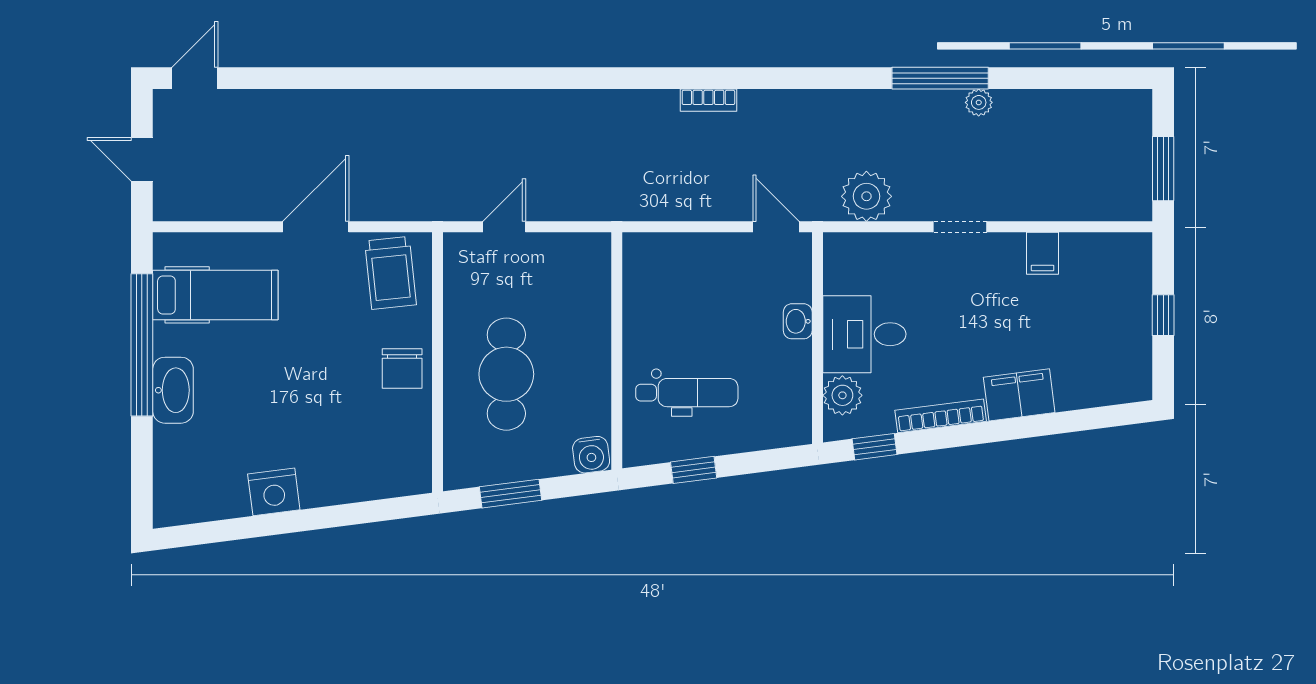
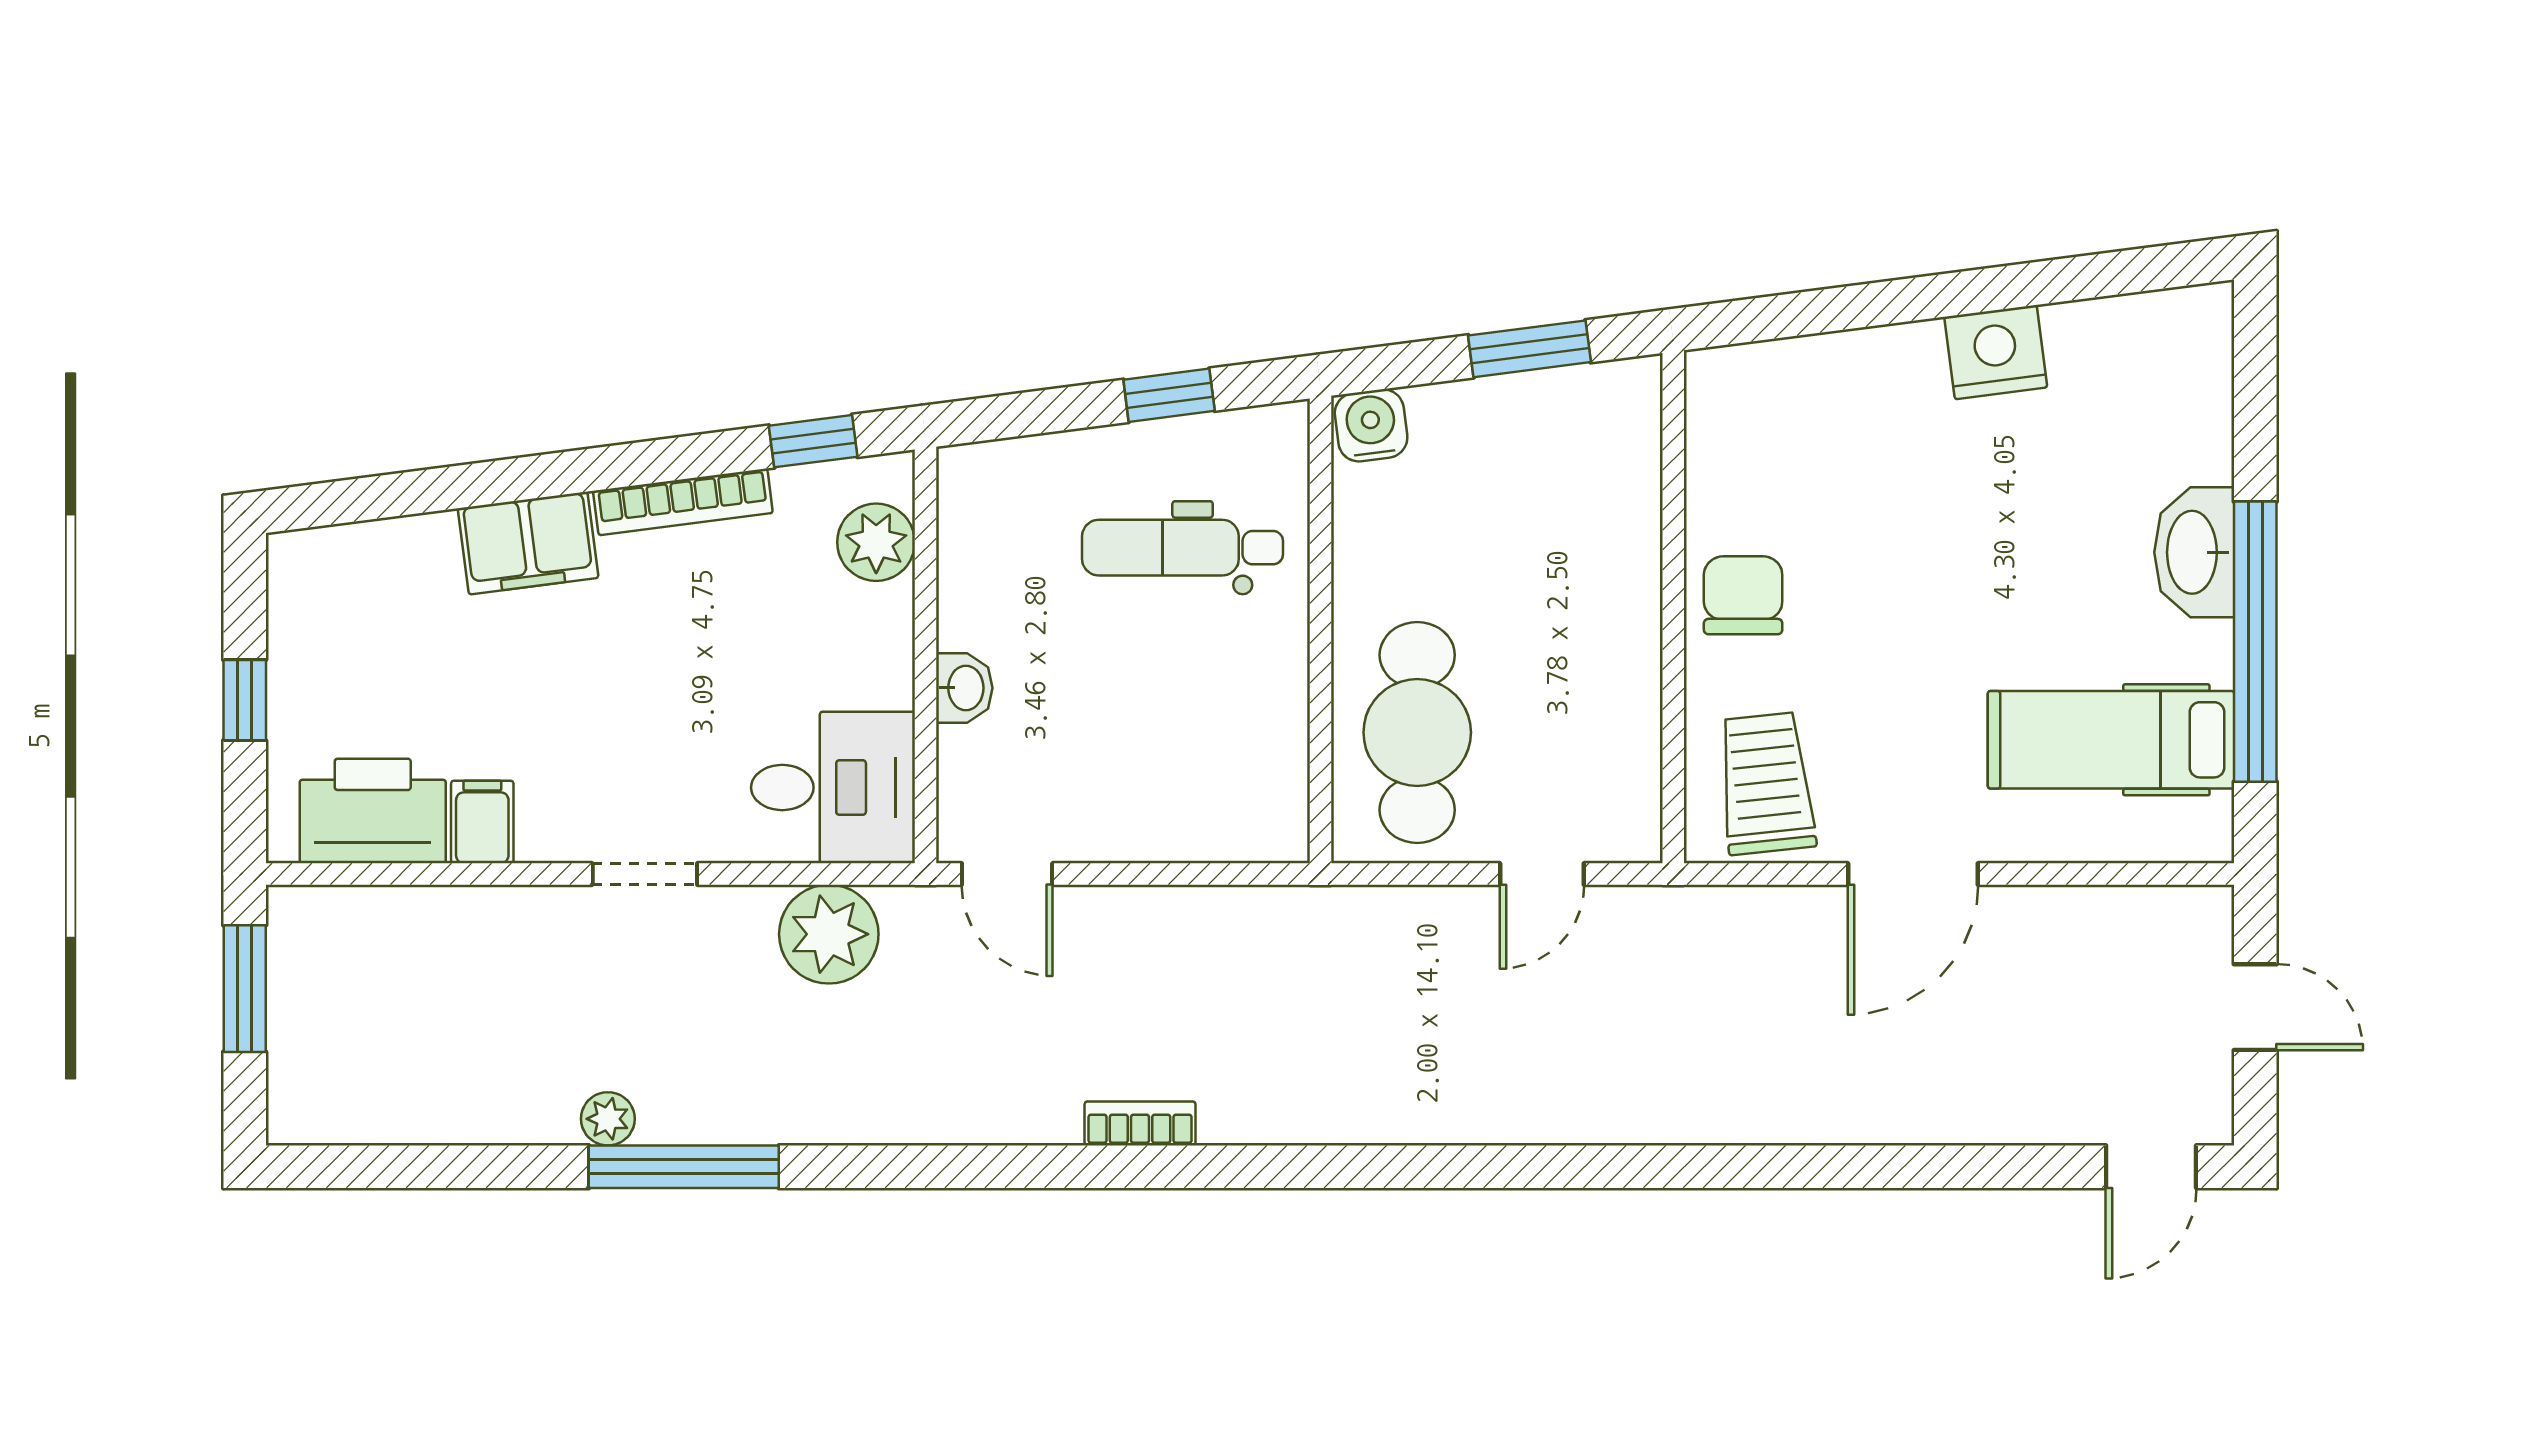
printer: (1098, 259) -> (373, 811), added
desk: (864, 334) -> (833, 788), moved
cafe table: (506, 374) -> (1417, 732), moved

